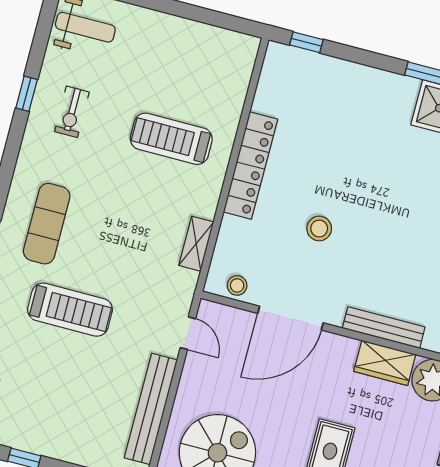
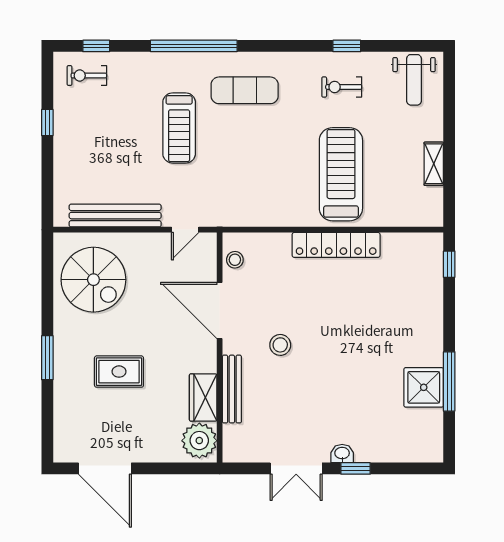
treadmill: (171, 139) -> (341, 174), width x1.37, depth x1.38
stool: (319, 228) -> (280, 345), moved
shelving: (196, 244) -> (434, 164), moved, turned 90

